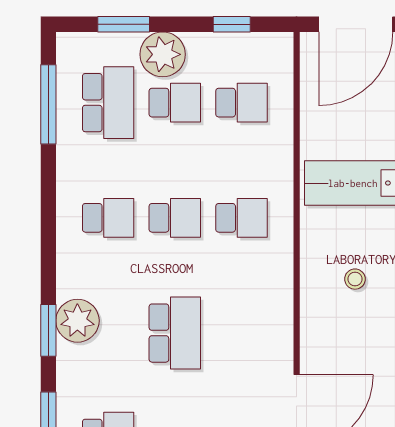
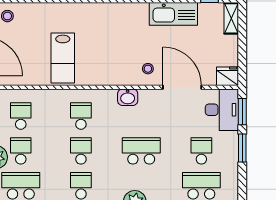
stool: (355, 279) -> (148, 69), moved
washbasin: (277, 307) -> (128, 97), added

